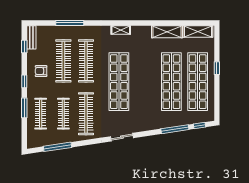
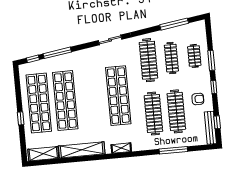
shelving: (167, 32) -> (82, 150), width x1.47
bench: (31, 37) -> (210, 128), width x1.36
clothes rail: (41, 114) -> (194, 56), width x0.73

